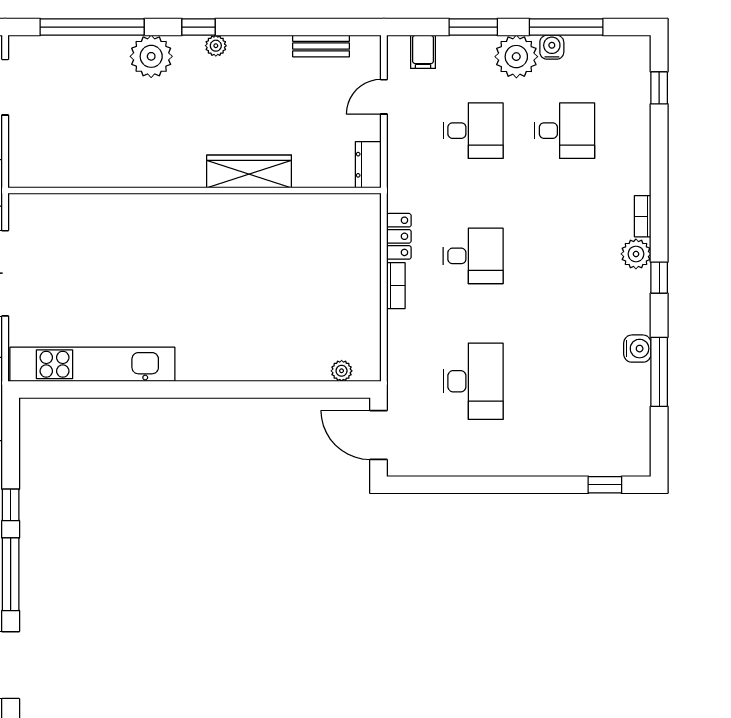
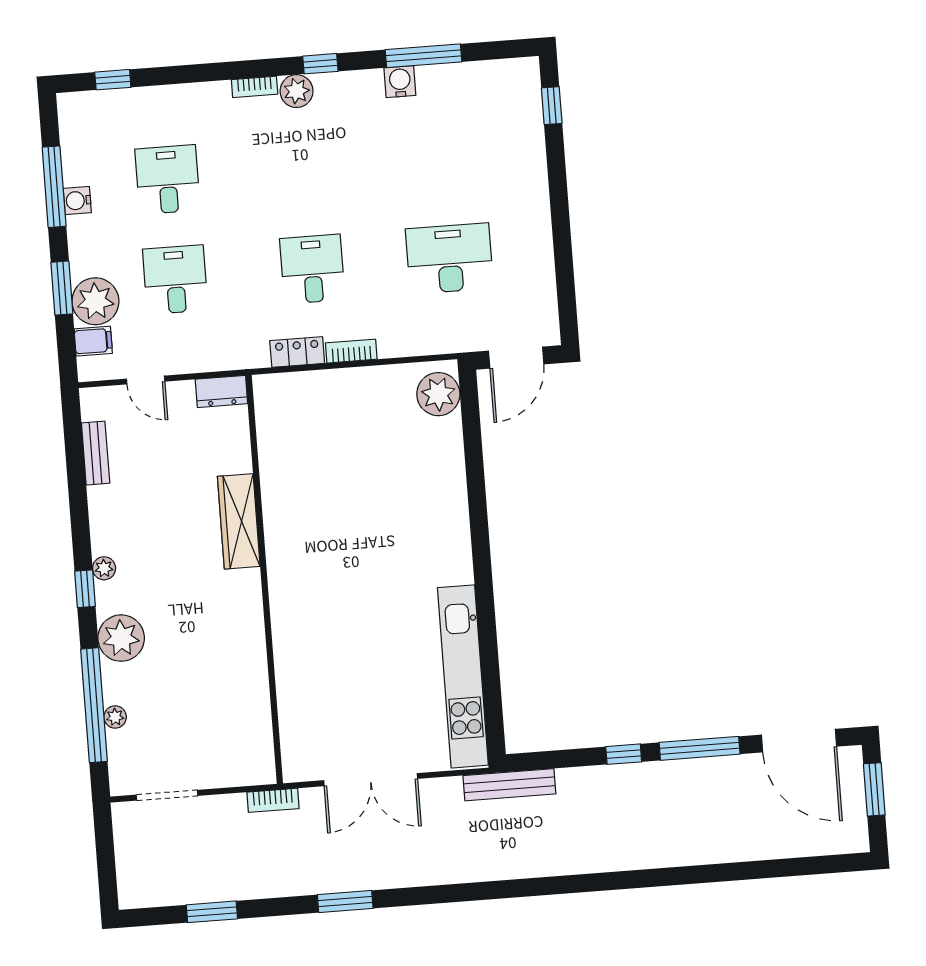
plant: (80, 45) -> (115, 717), added
plant: (516, 57) -> (95, 301), moved
plant: (342, 371) -> (438, 394), width x1.88, depth x1.88

